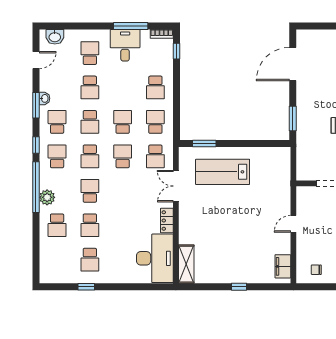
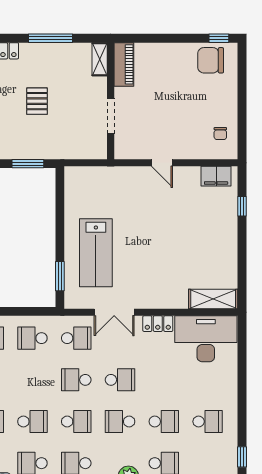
school desk: (123, 122) -> (120, 380), moved, turned 180
window: (86, 287) -> (242, 457), moved
window: (239, 287) -> (242, 206), moved

